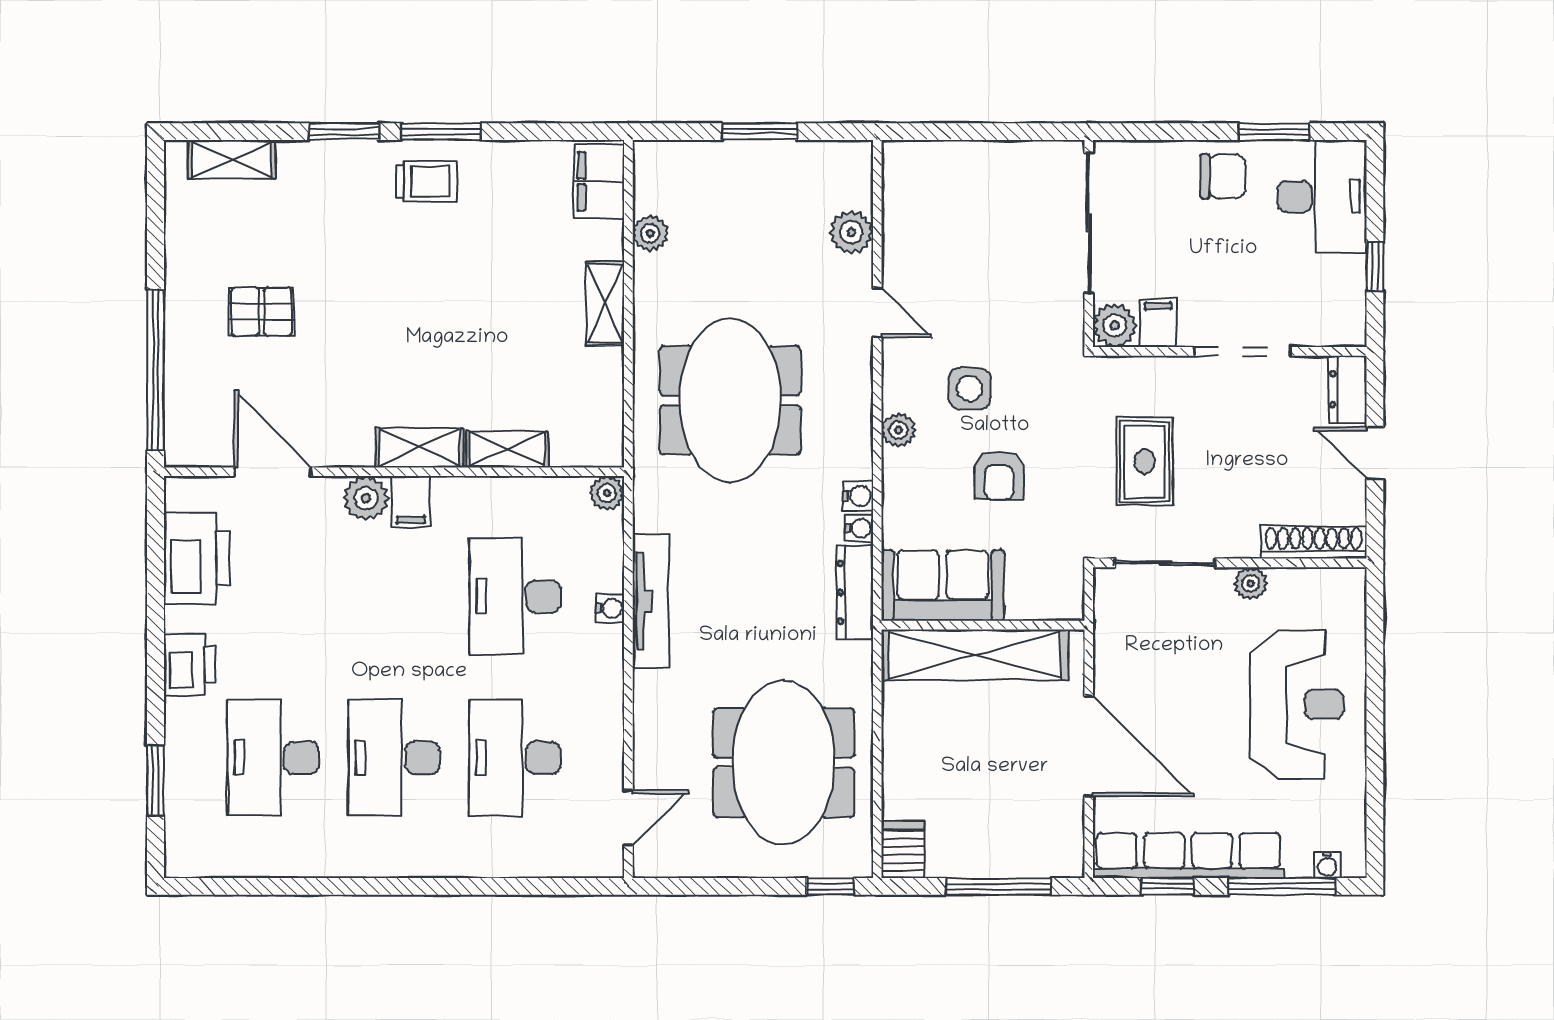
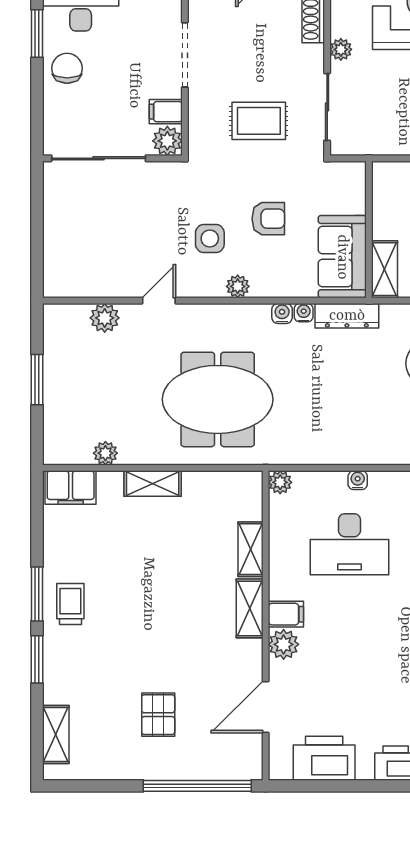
tv unit: (651, 601) -> (353, 453), removed
shelving: (975, 655) -> (385, 269), width x0.45, depth x0.75

